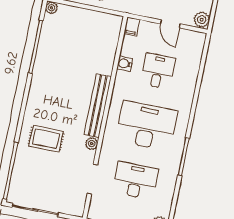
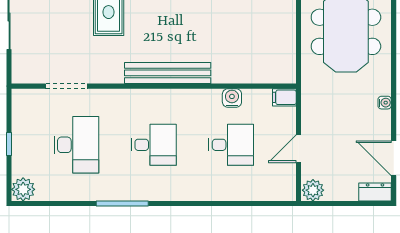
desk: (147, 126) -> (154, 145), width x0.53, depth x0.77
plant: (92, 144) -> (115, 75), removed

